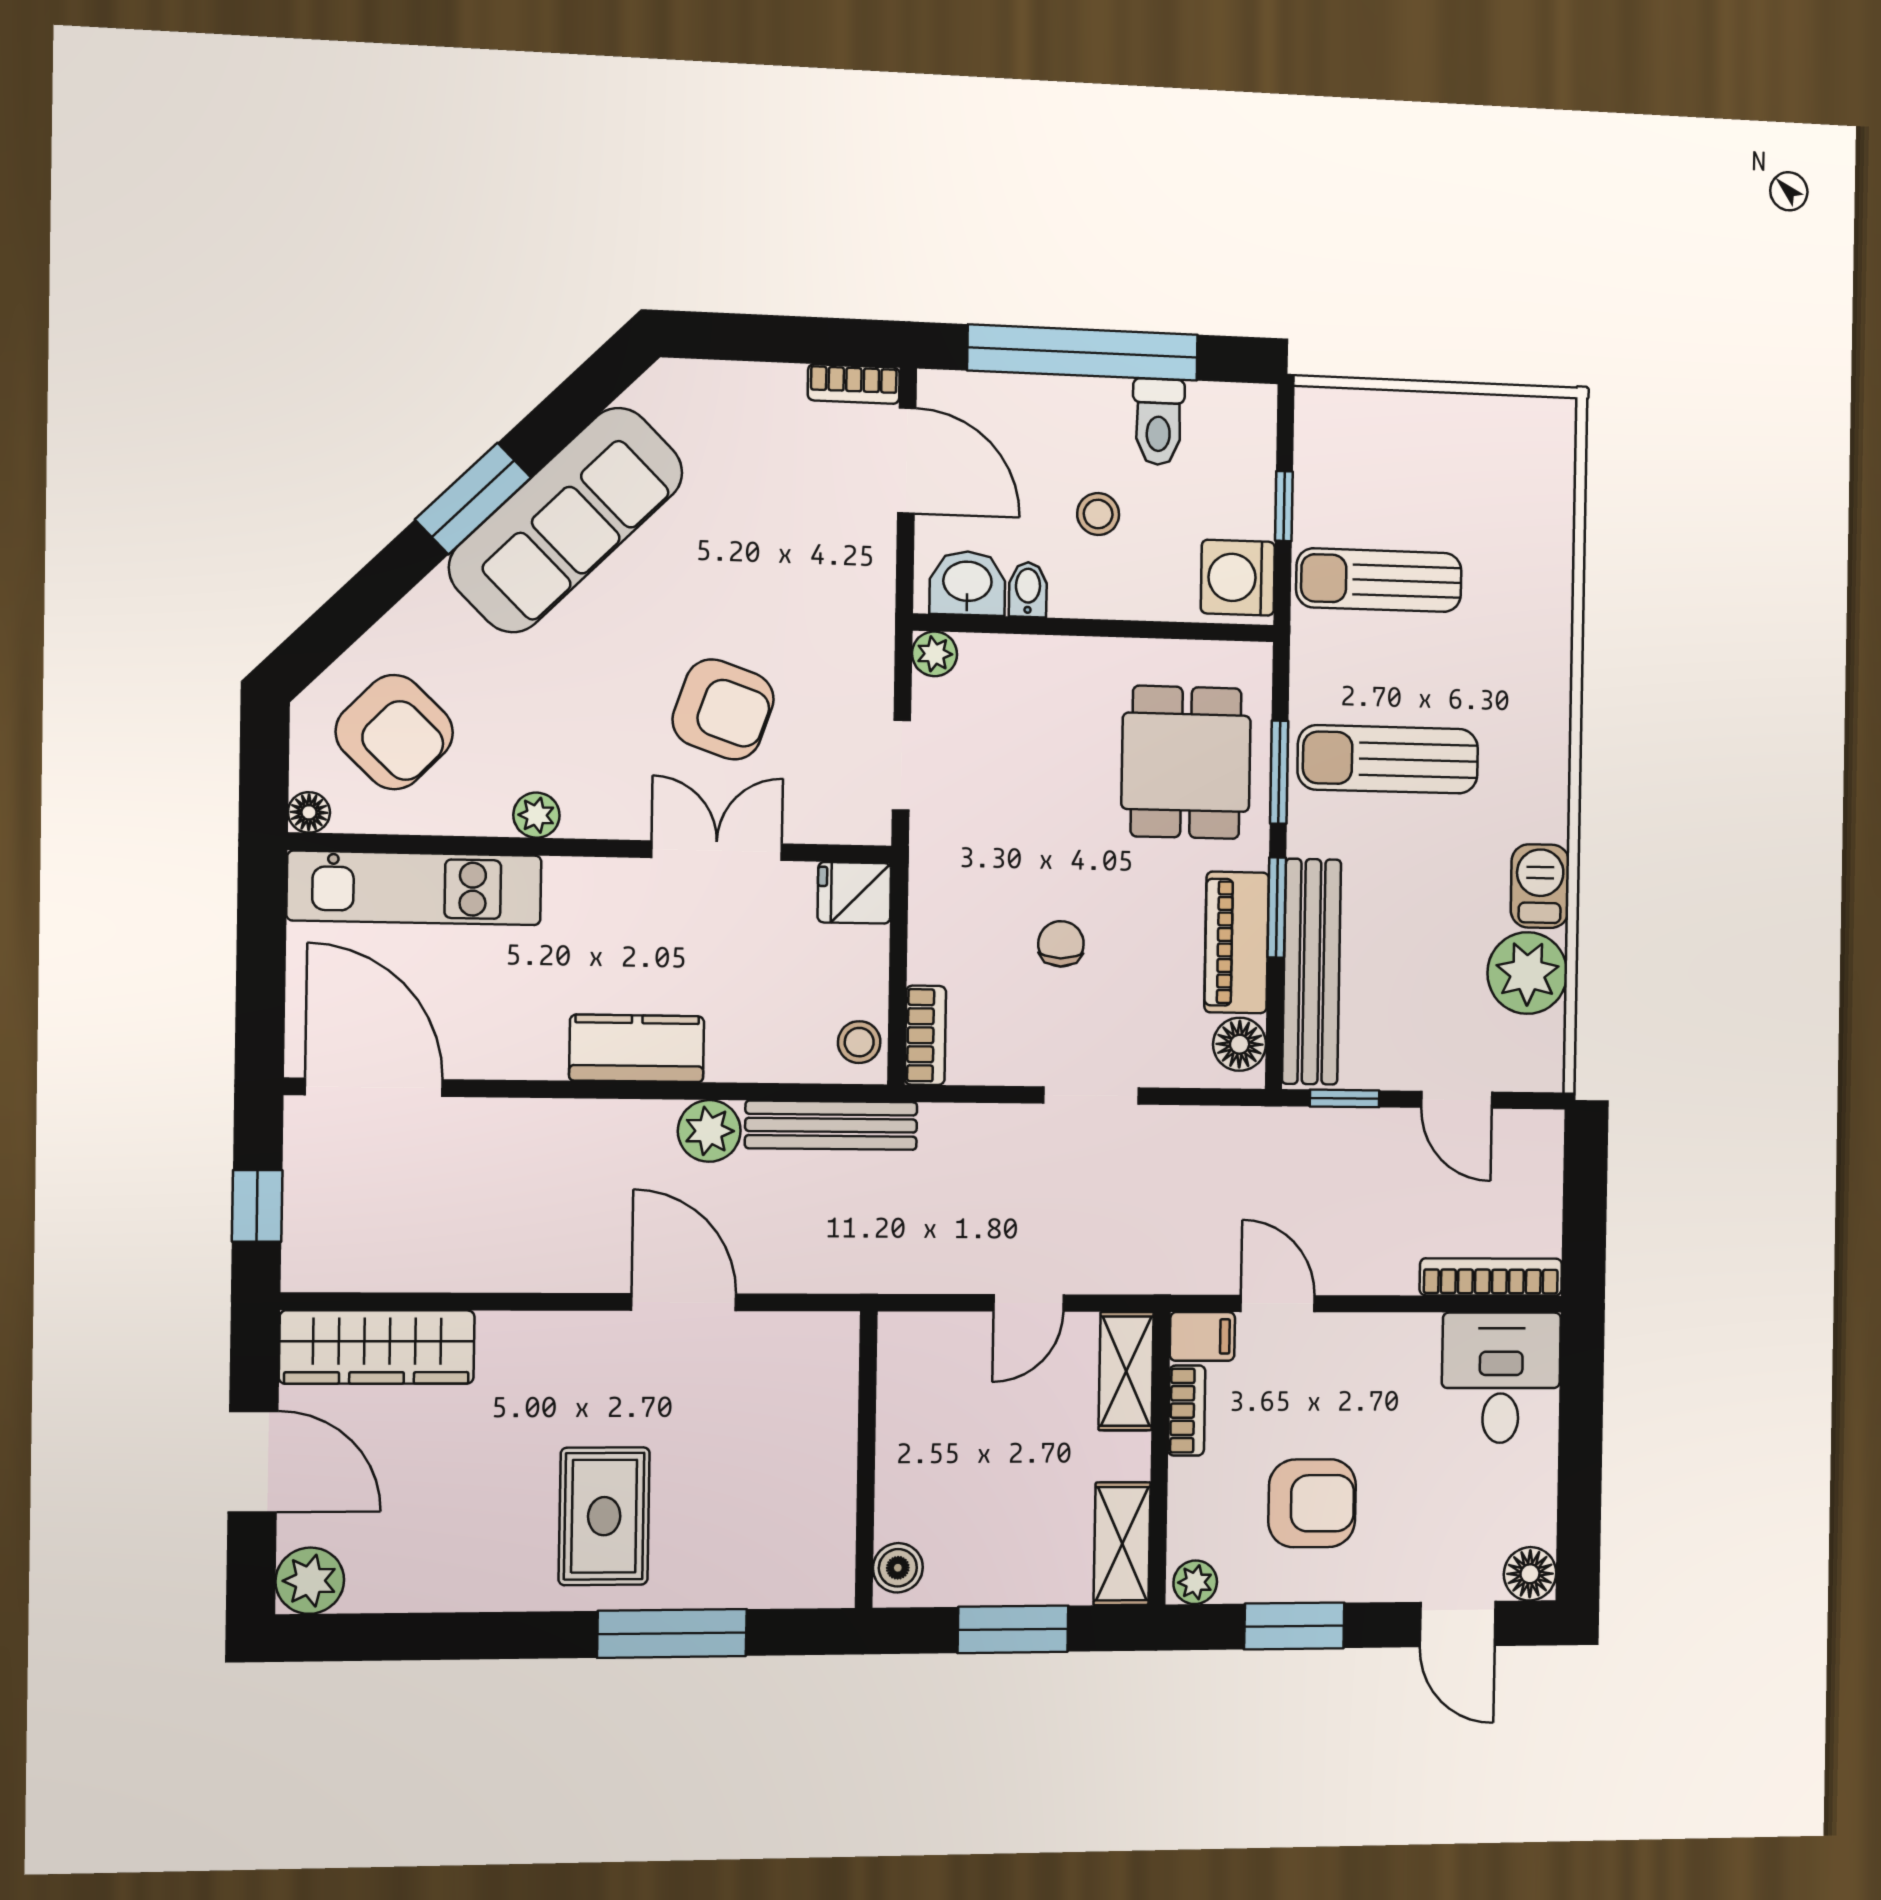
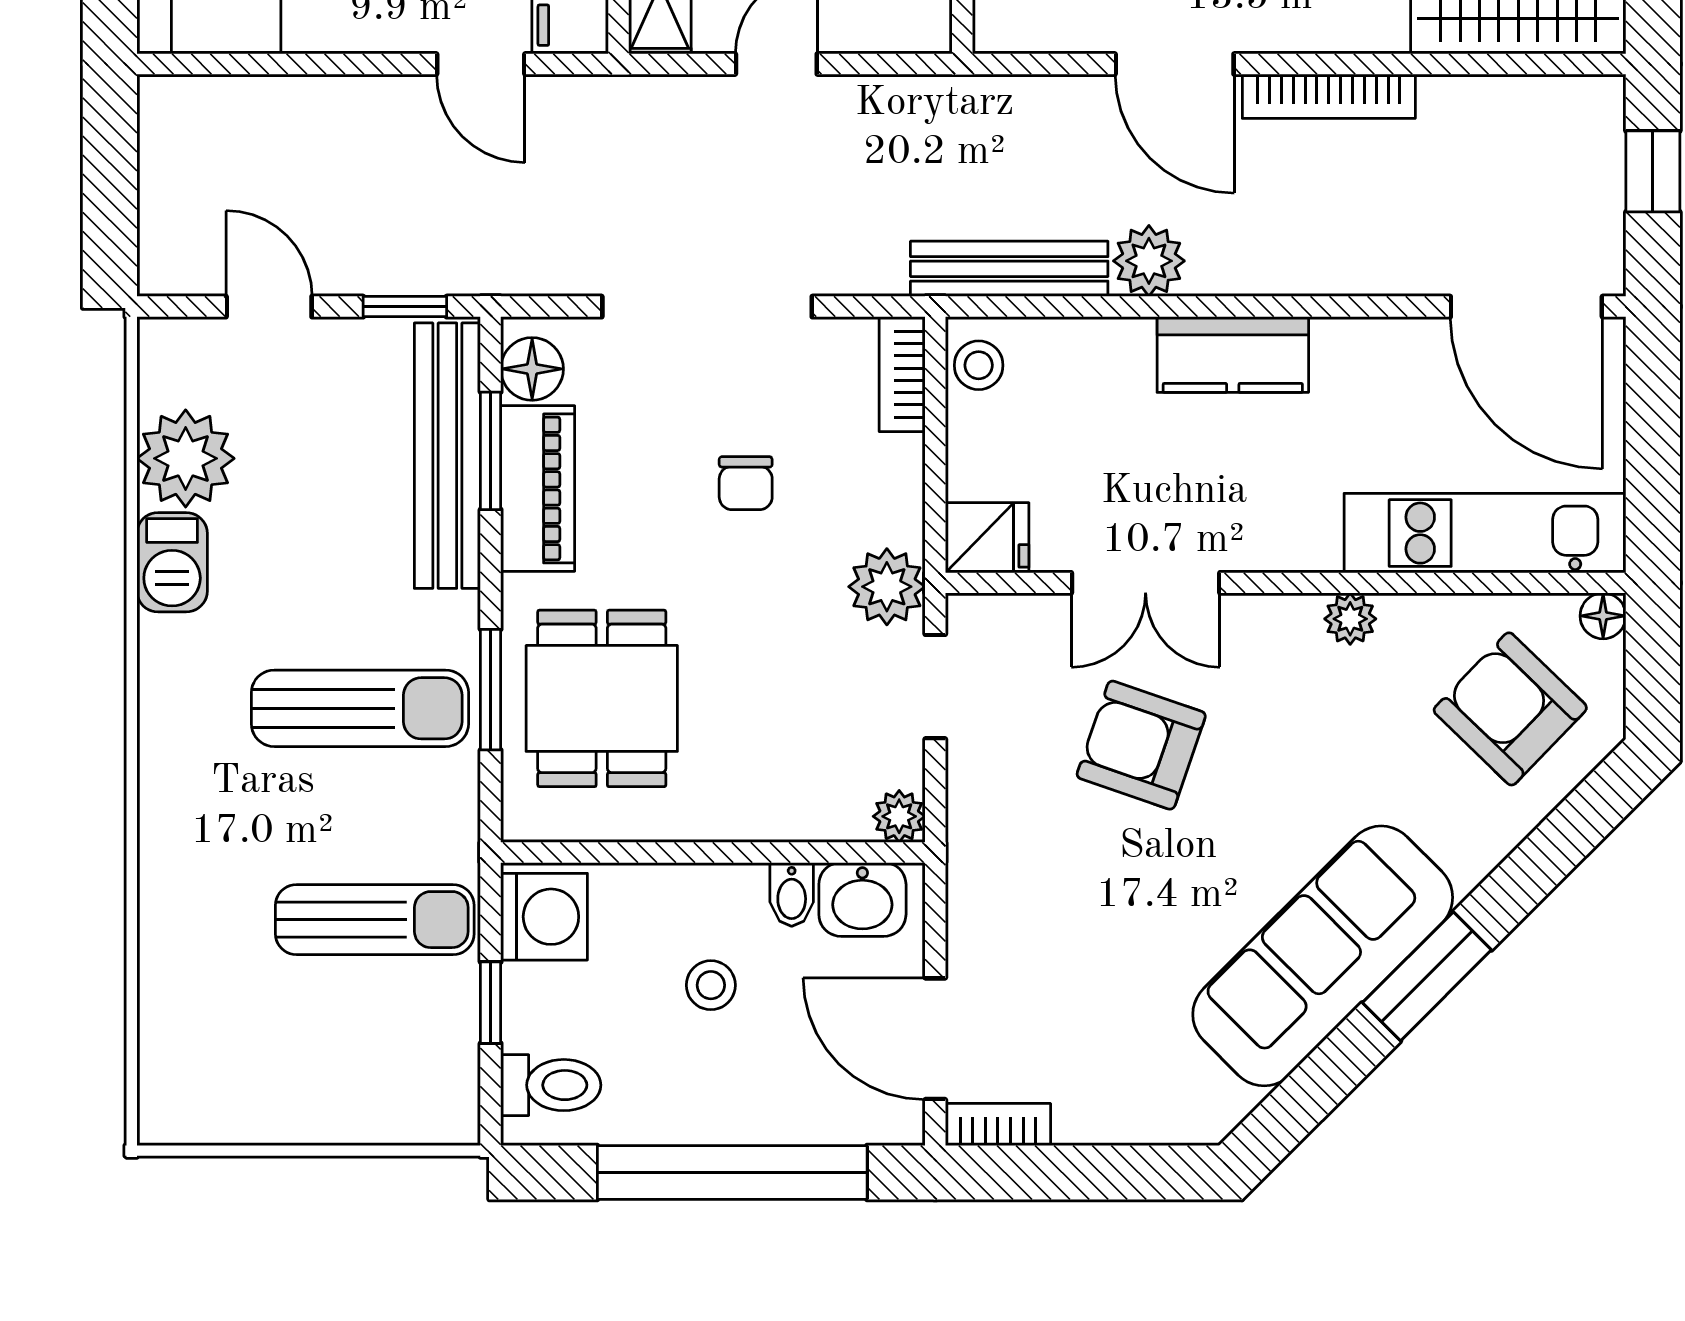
toilet: (1158, 422) -> (551, 1085), moved, turned 90
plant: (942, 852) -> (887, 587), added
window: (1277, 908) -> (491, 451), moved
doorway: (1091, 1096) -> (707, 307), width x1.88
bookcase: (1491, 1277) -> (1329, 96), moved

